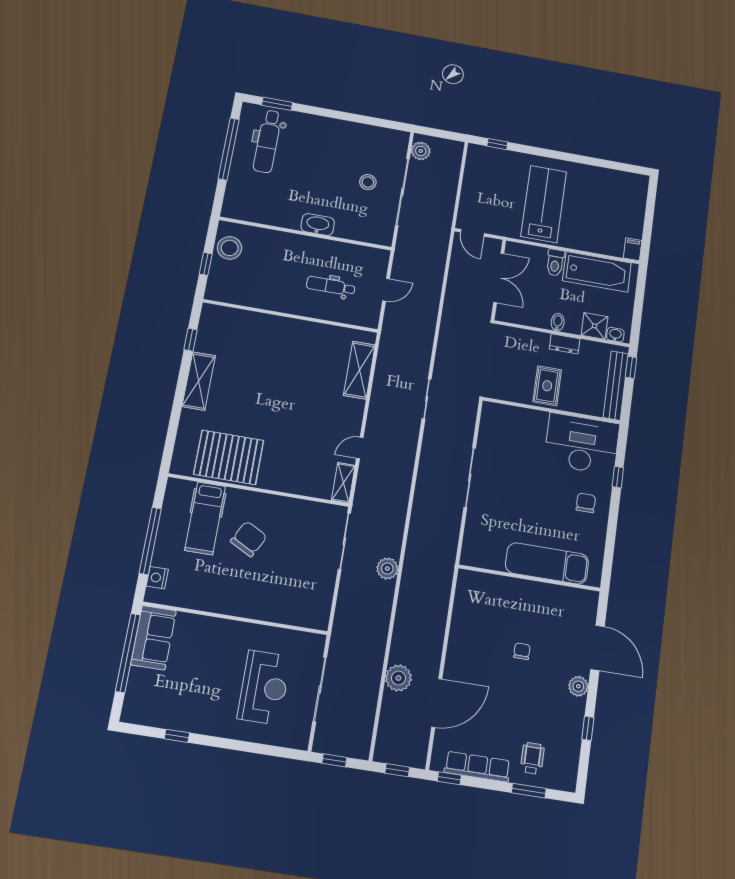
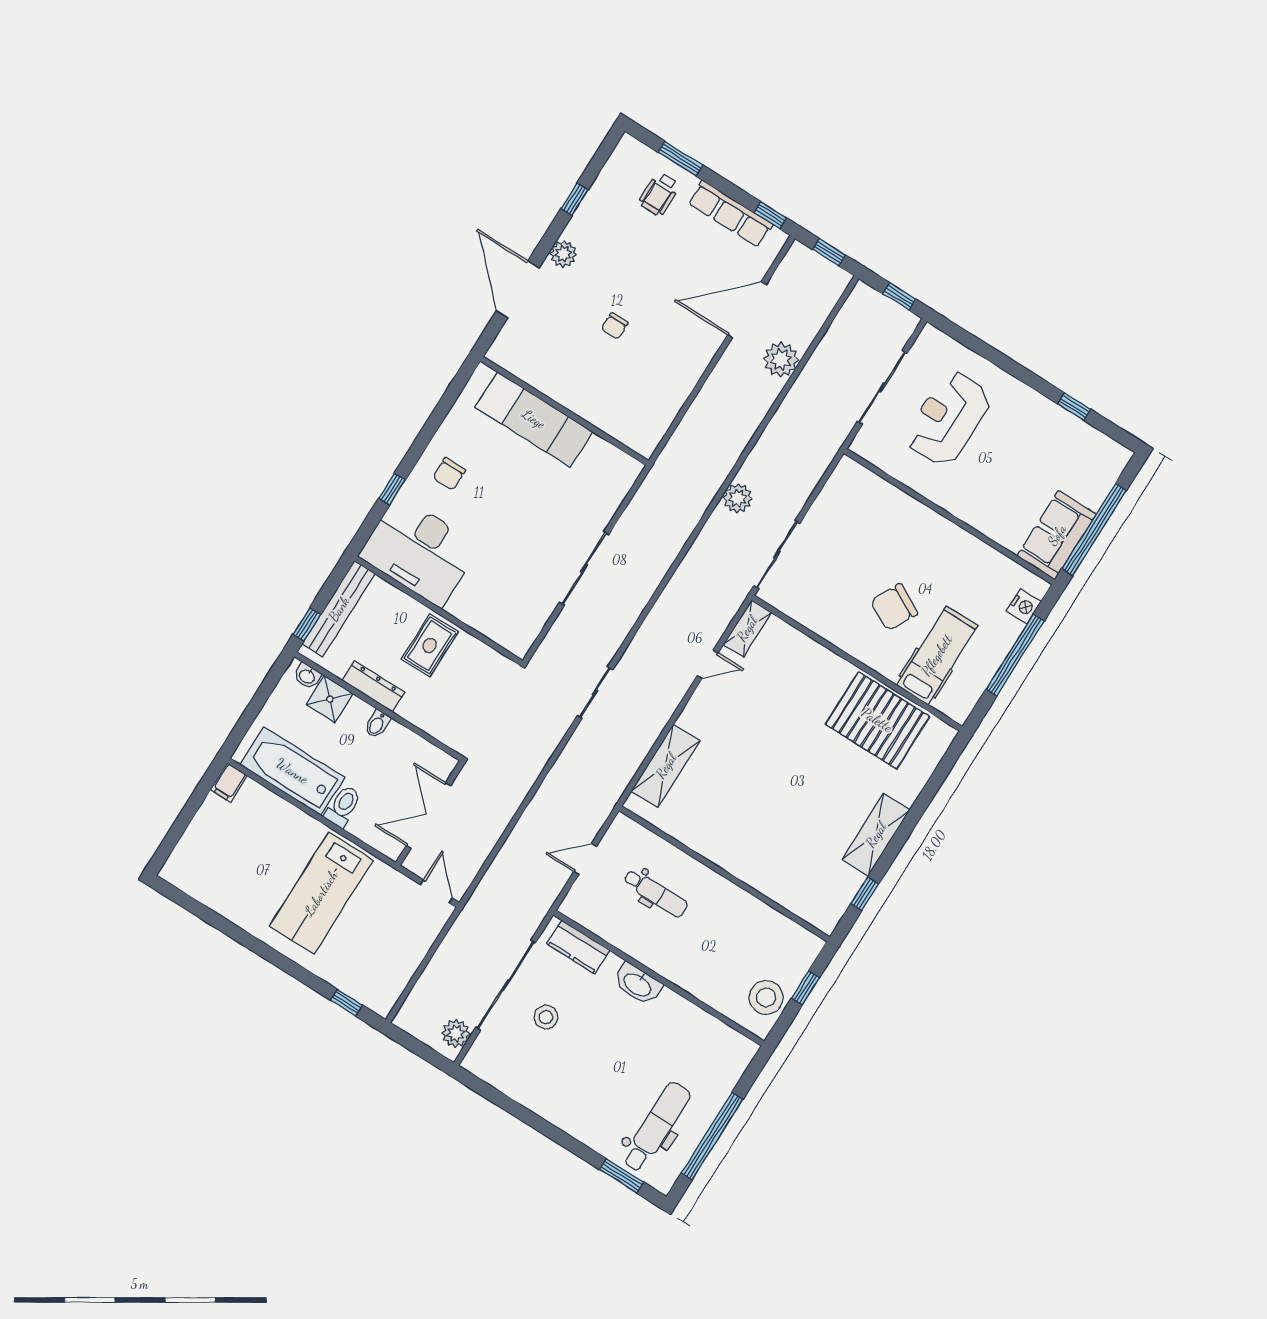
kitchen counter: (366, 233) -> (578, 947), added
dresser: (565, 344) -> (373, 686), width x1.44

